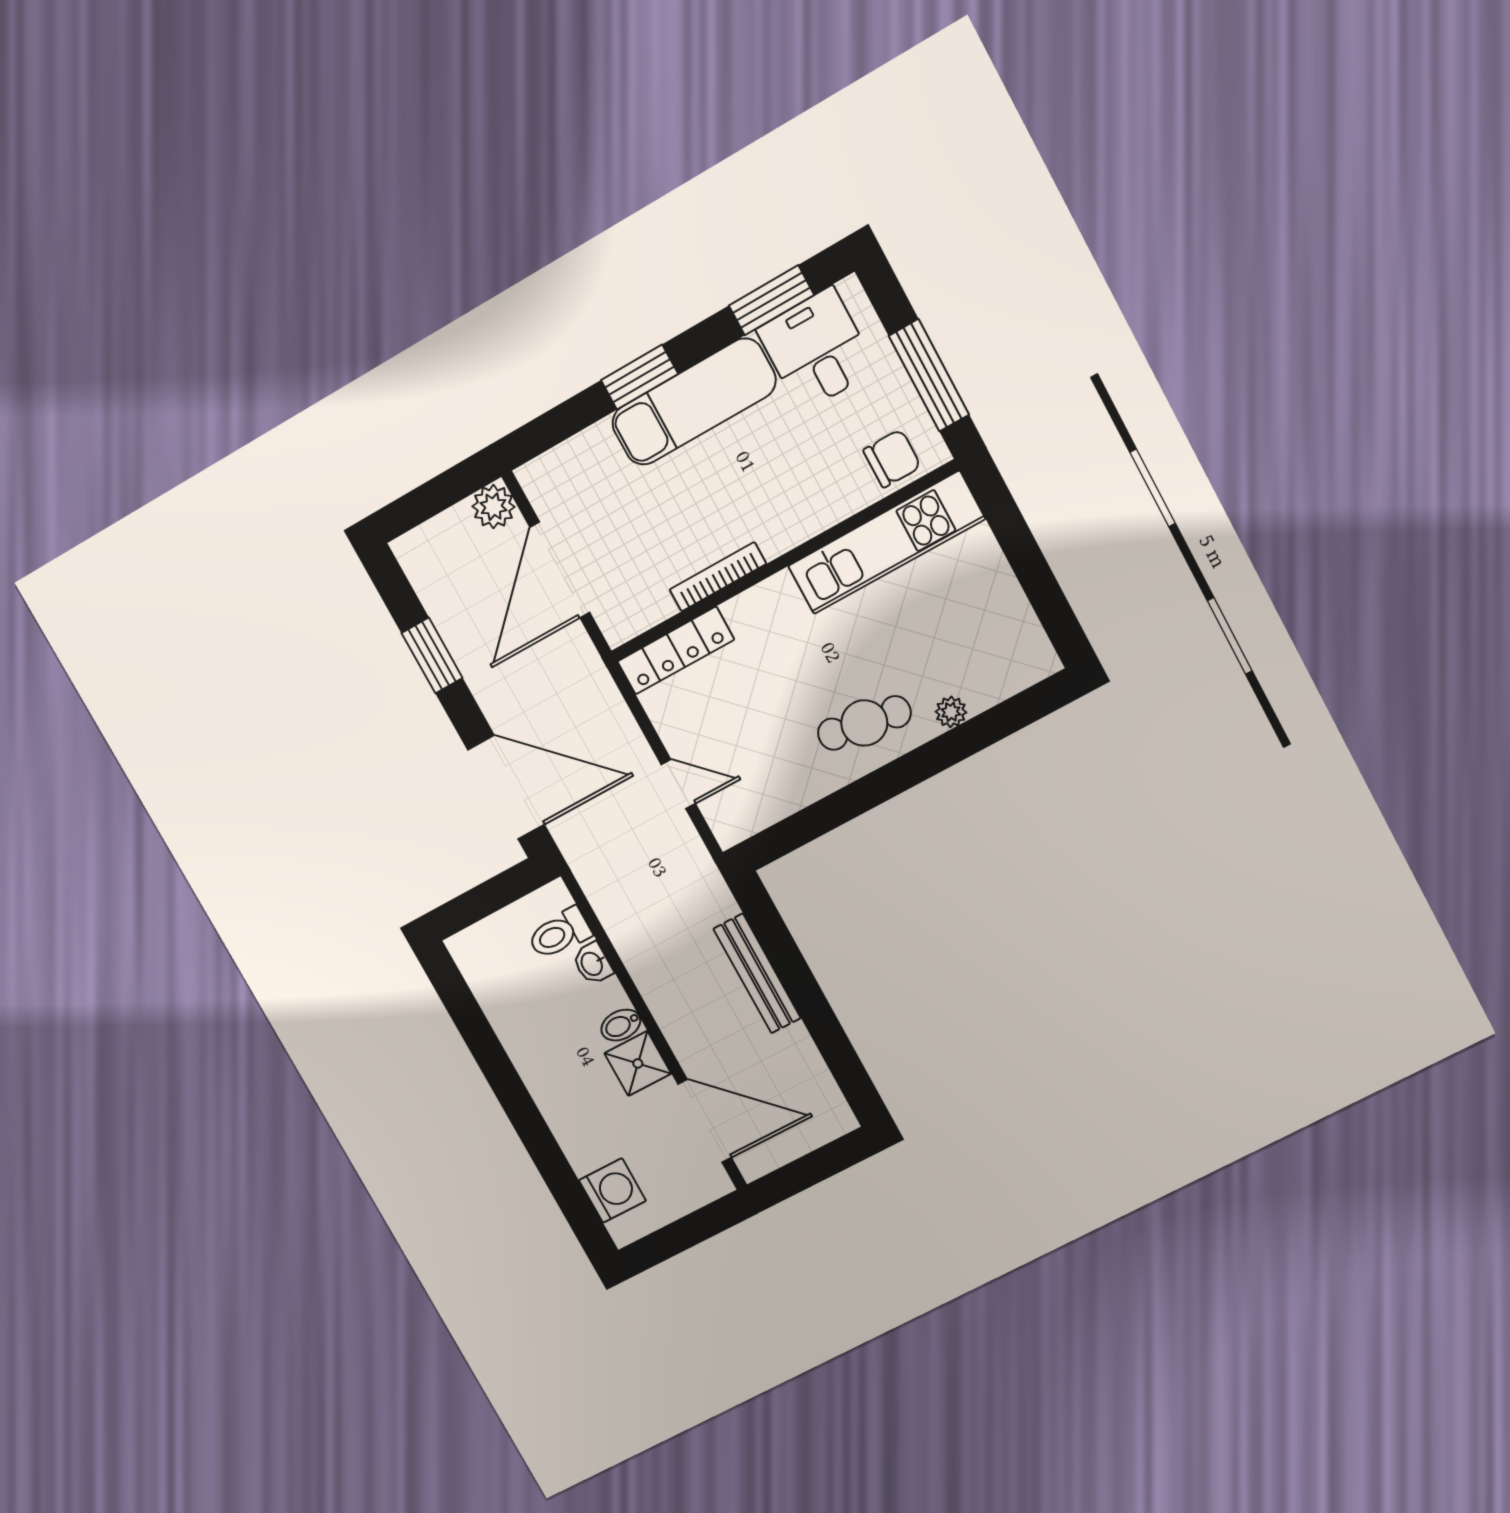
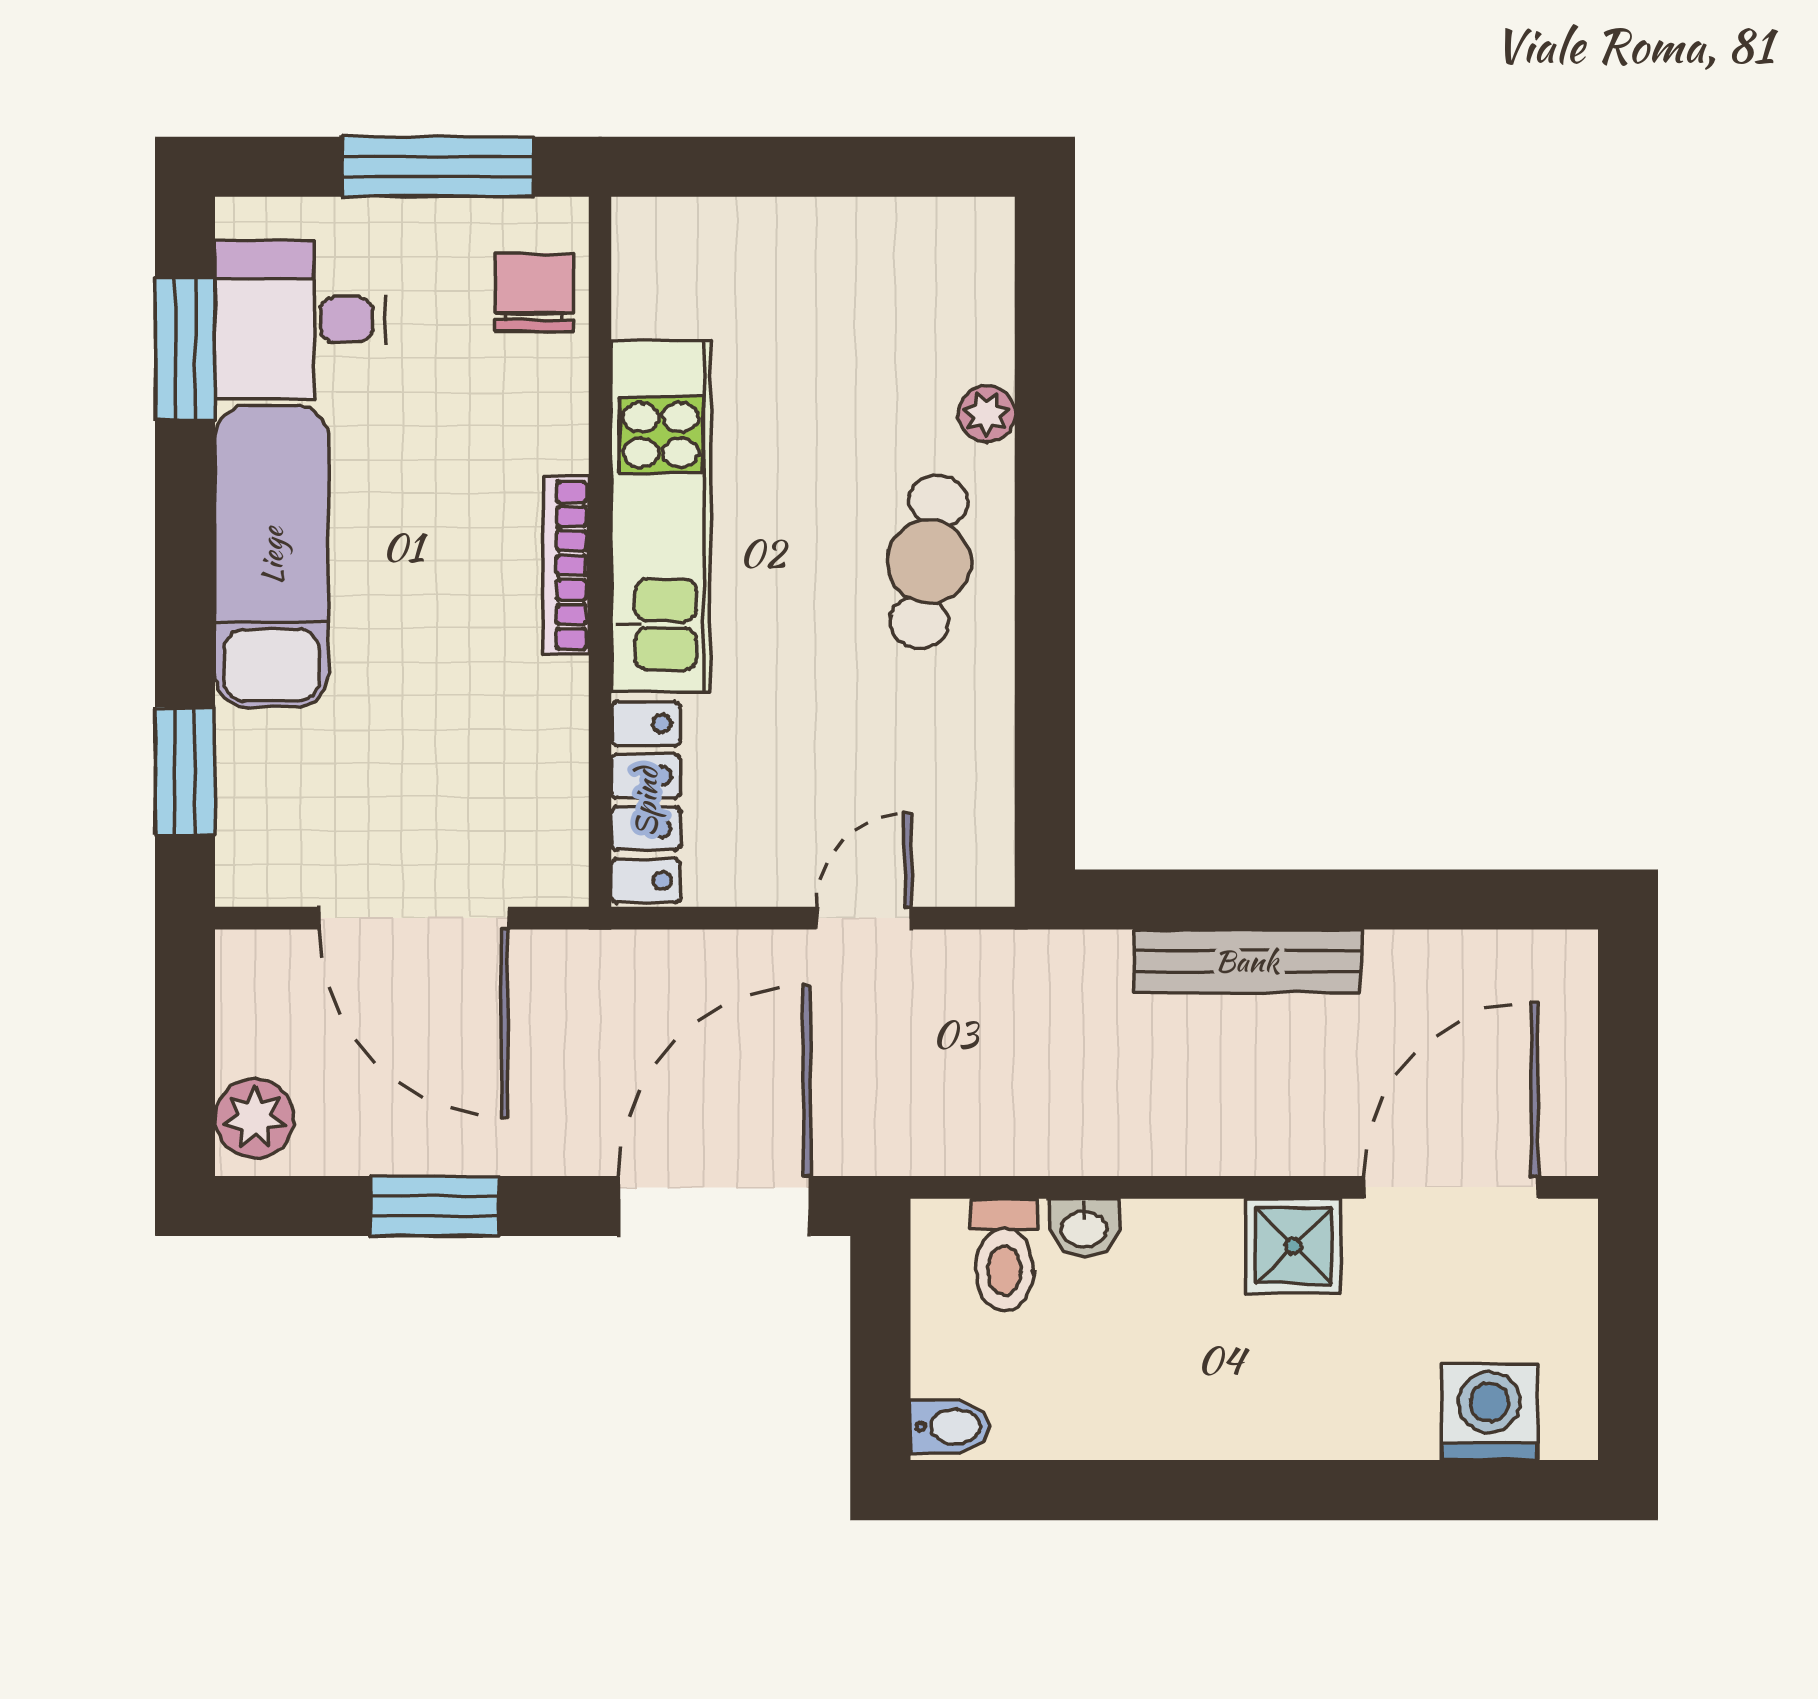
window: (639, 377) -> (185, 771), moved
plant: (493, 507) -> (255, 1118), moved
kitchen unit: (886, 543) -> (661, 516), moved
bookcase: (718, 577) -> (566, 565), moved
bidet: (621, 1025) -> (950, 1427), moved, turned -90

